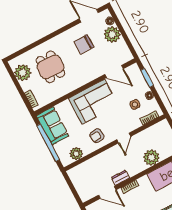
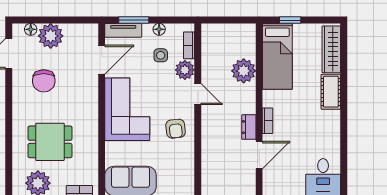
tv unit: (138, 75) -> (123, 30), added
plant: (76, 154) -> (185, 70), moved

